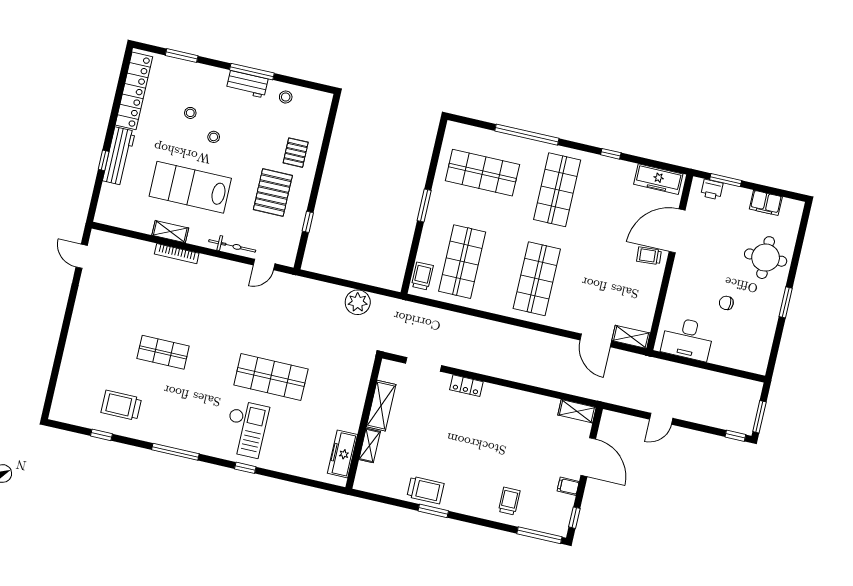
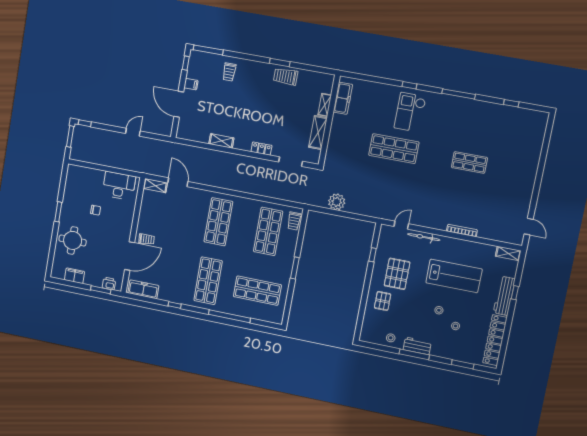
shelving: (170, 232) -> (508, 253), moved
trolley: (121, 405) -> (498, 124), removed
shelving: (577, 411) -> (221, 141), moved

